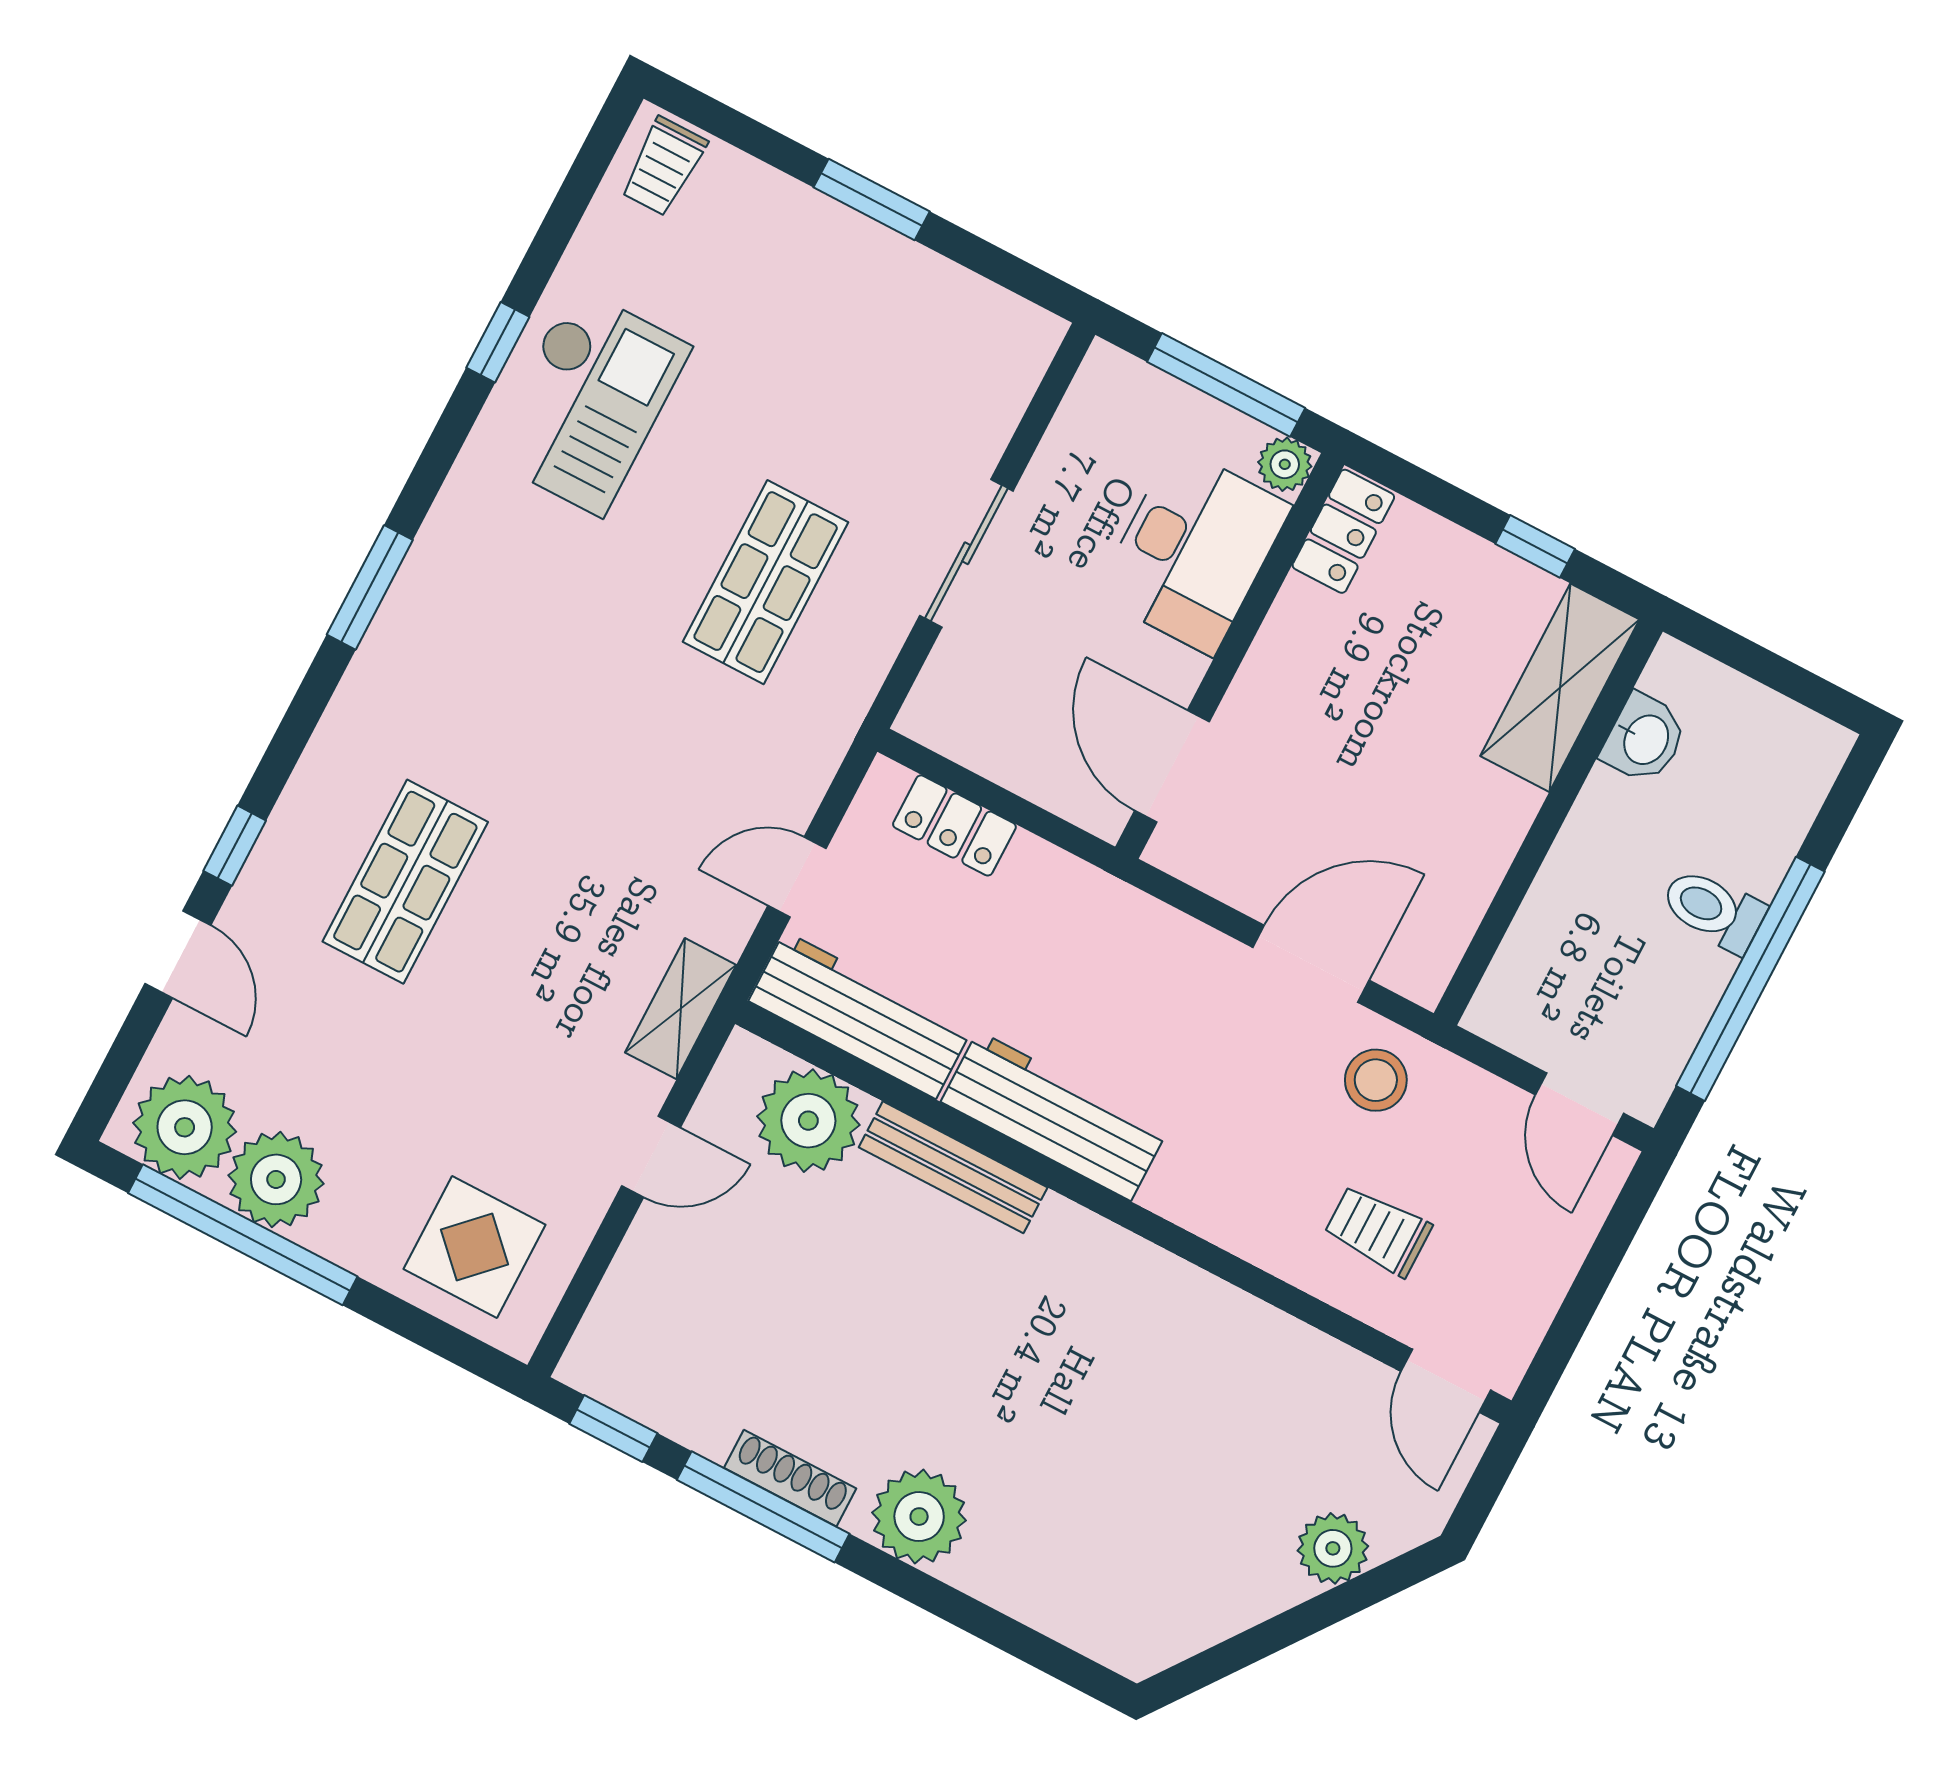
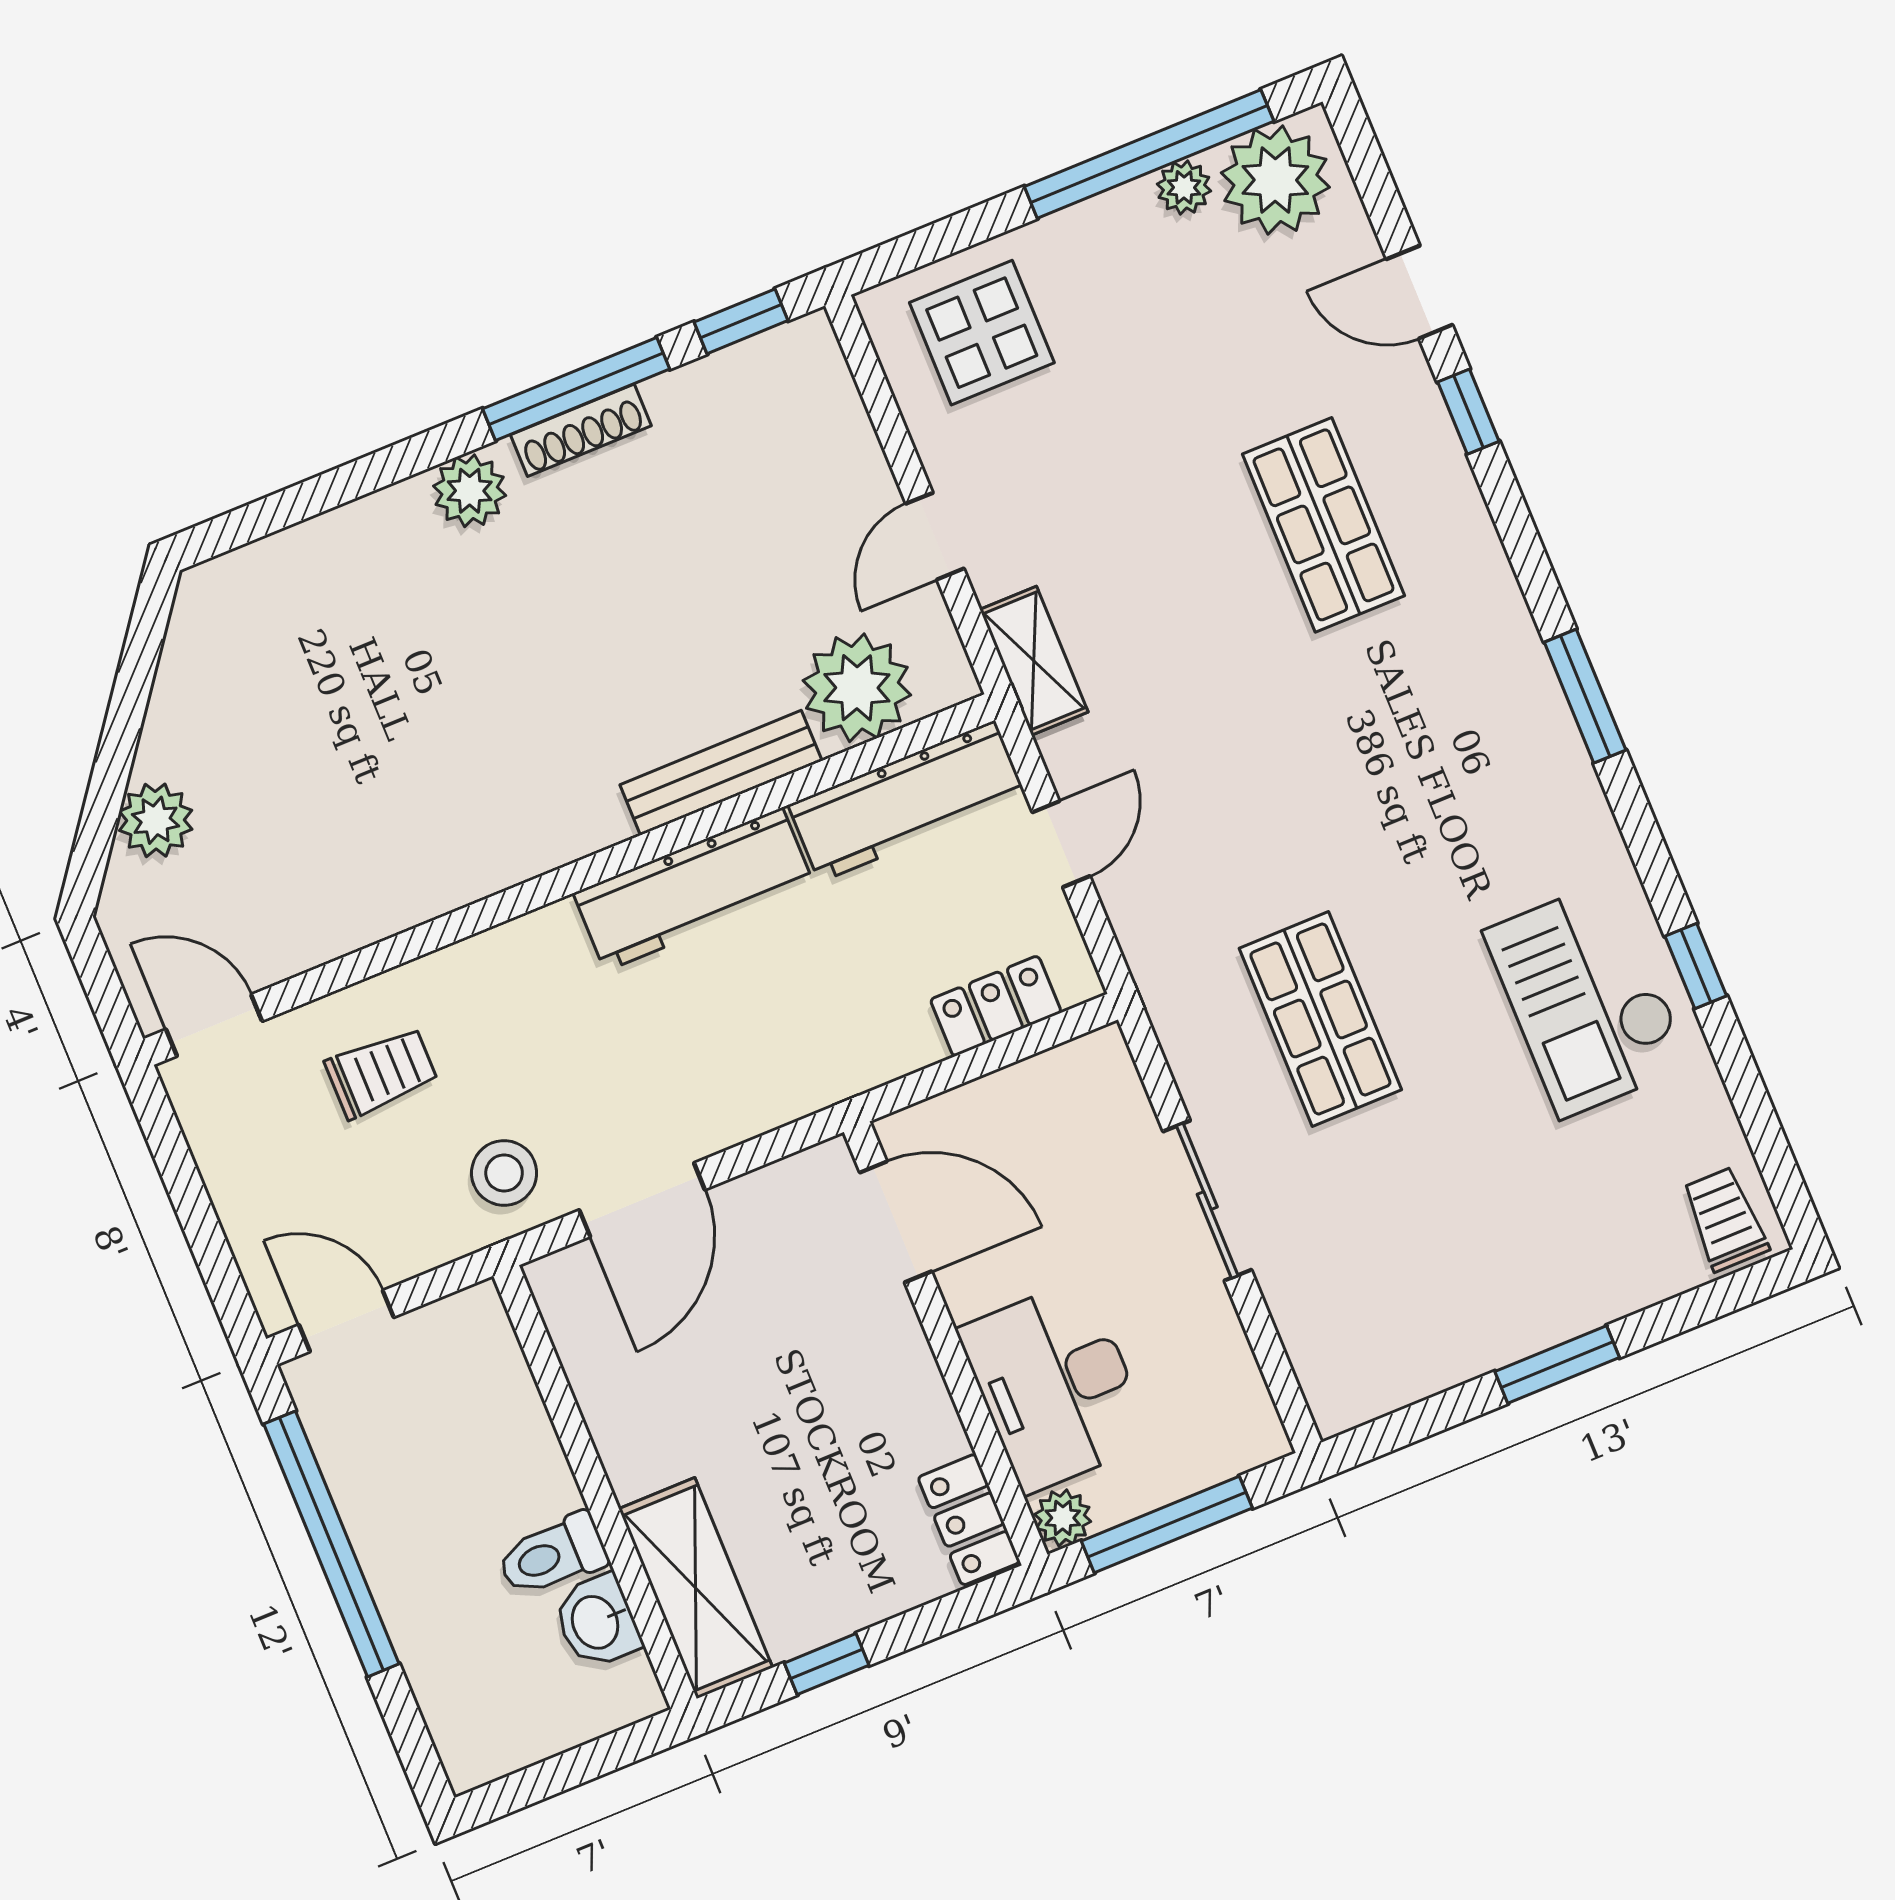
toilet: (1713, 910) -> (552, 1555), moved, turned 180
plant: (276, 1179) -> (1184, 187), width x0.53, depth x0.53
plant: (919, 1517) -> (470, 491), width x0.73, depth x0.73

